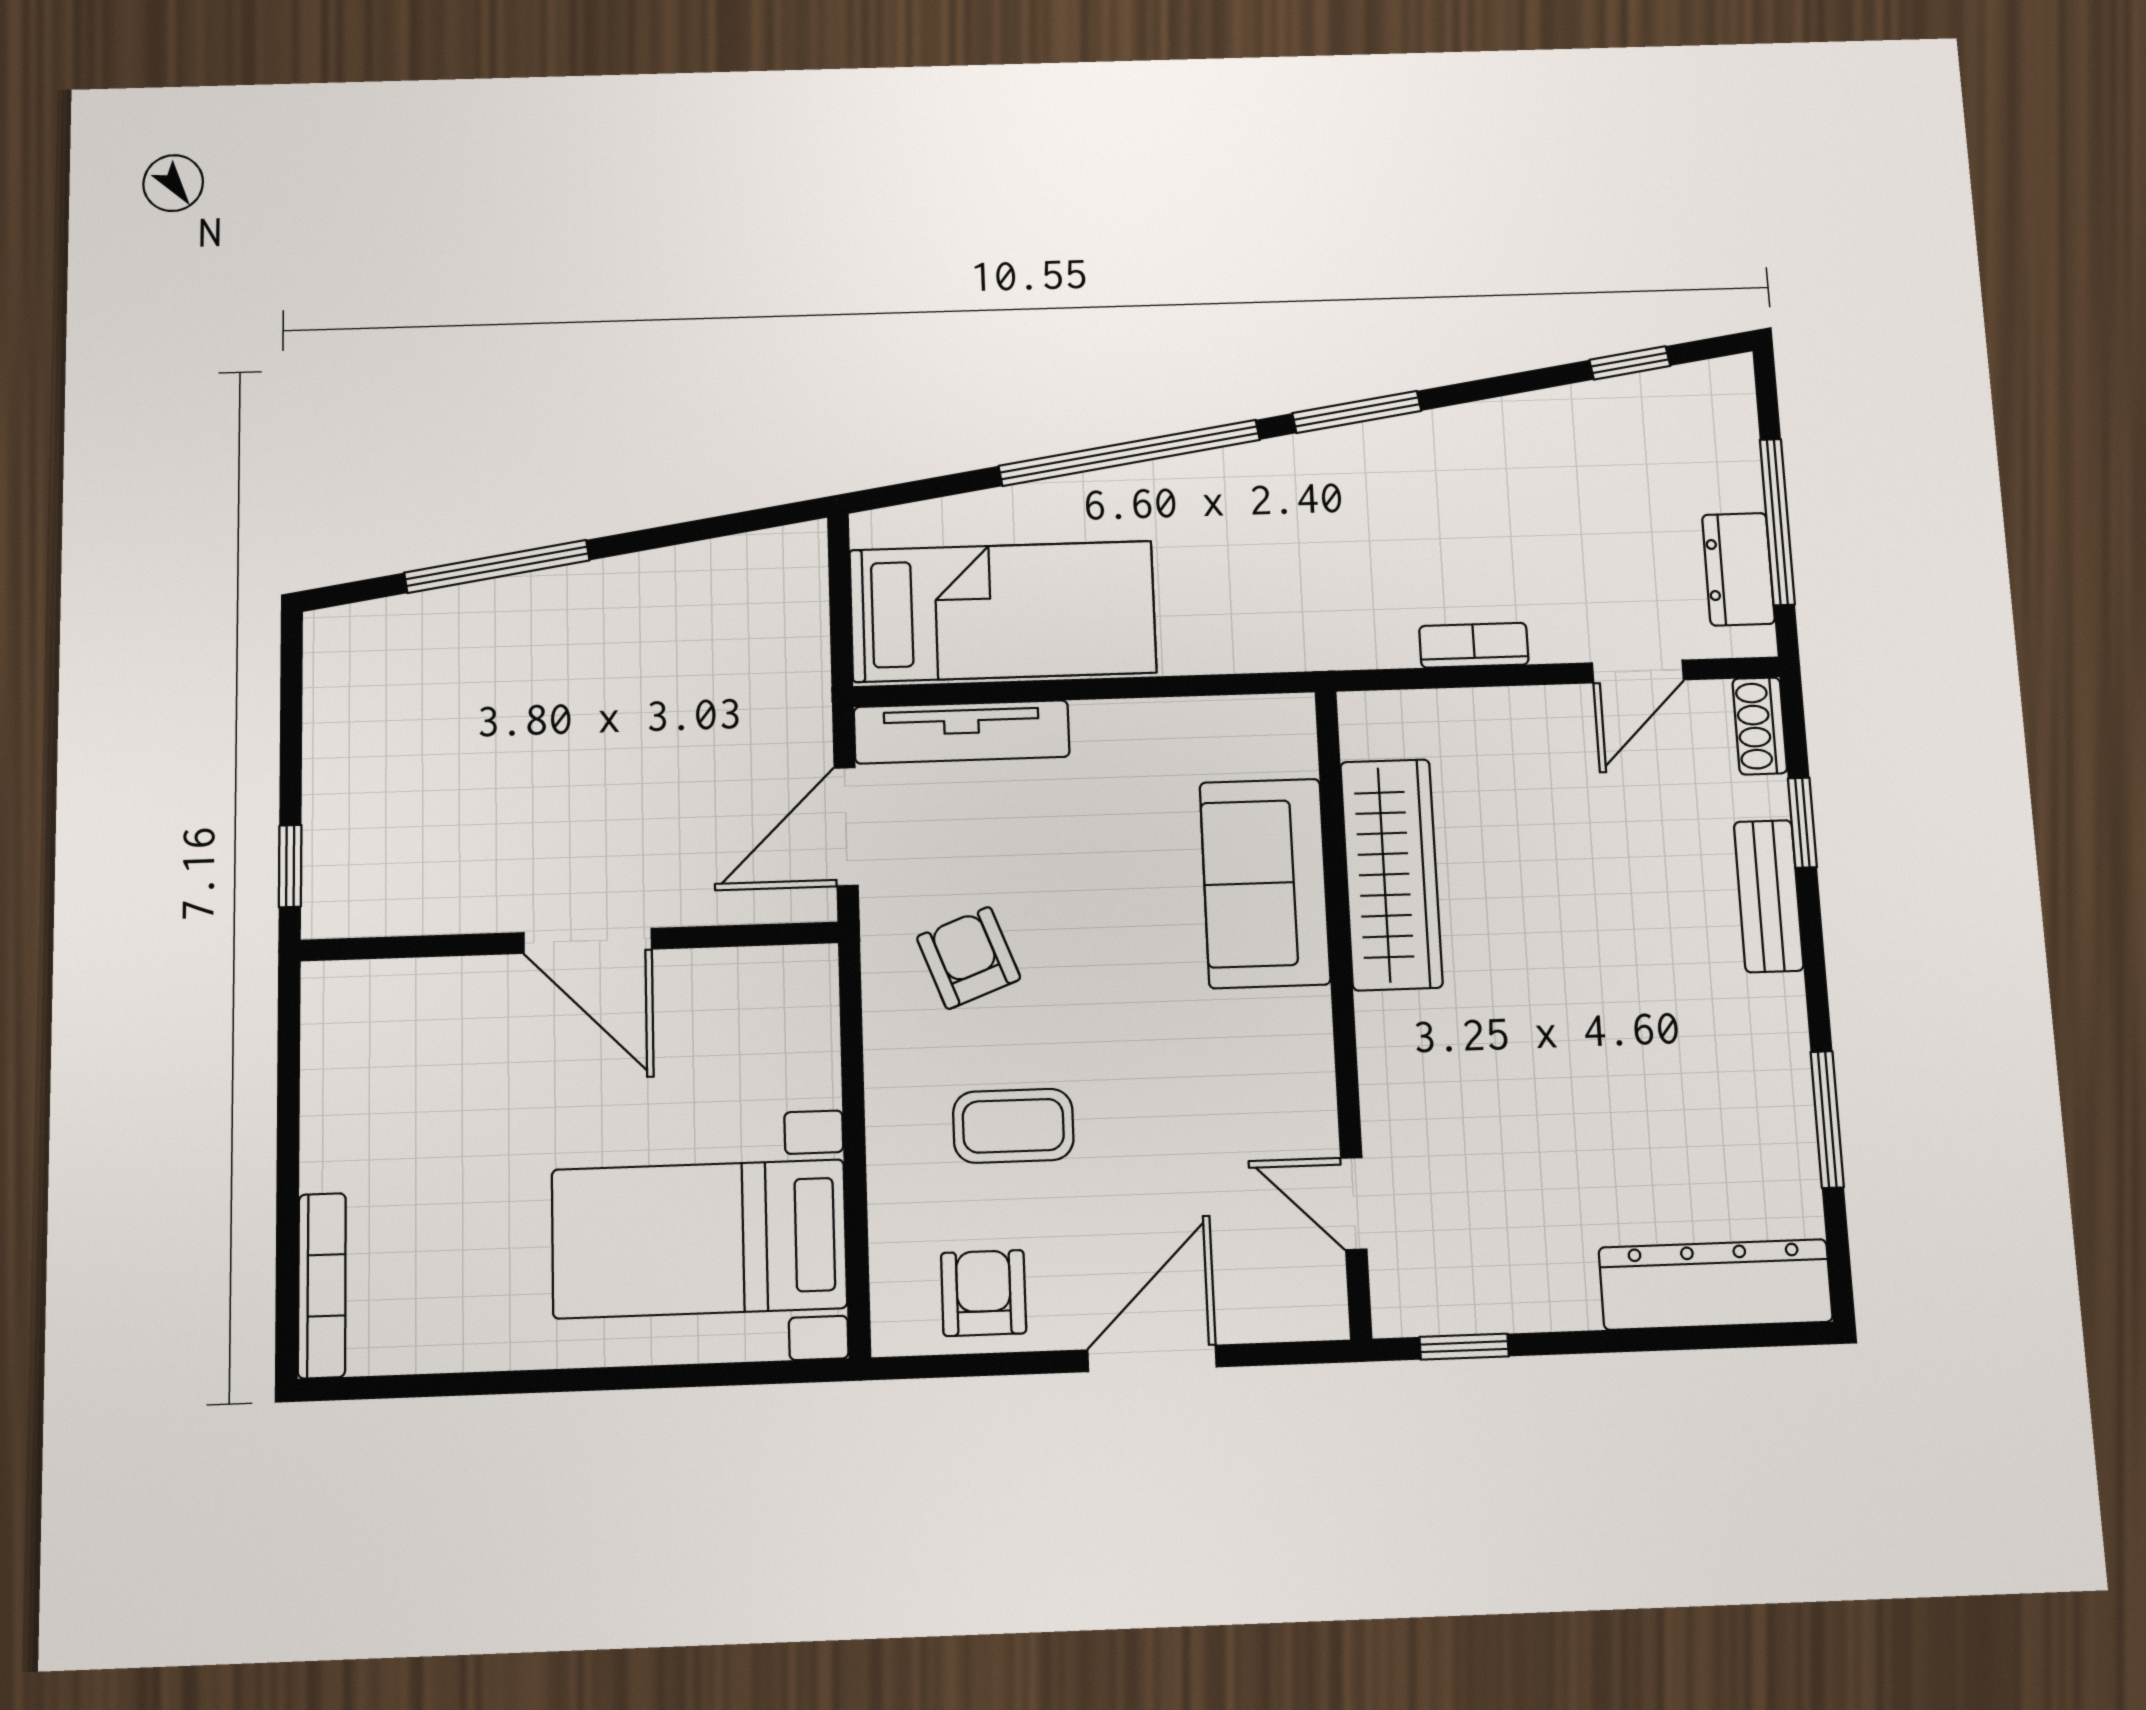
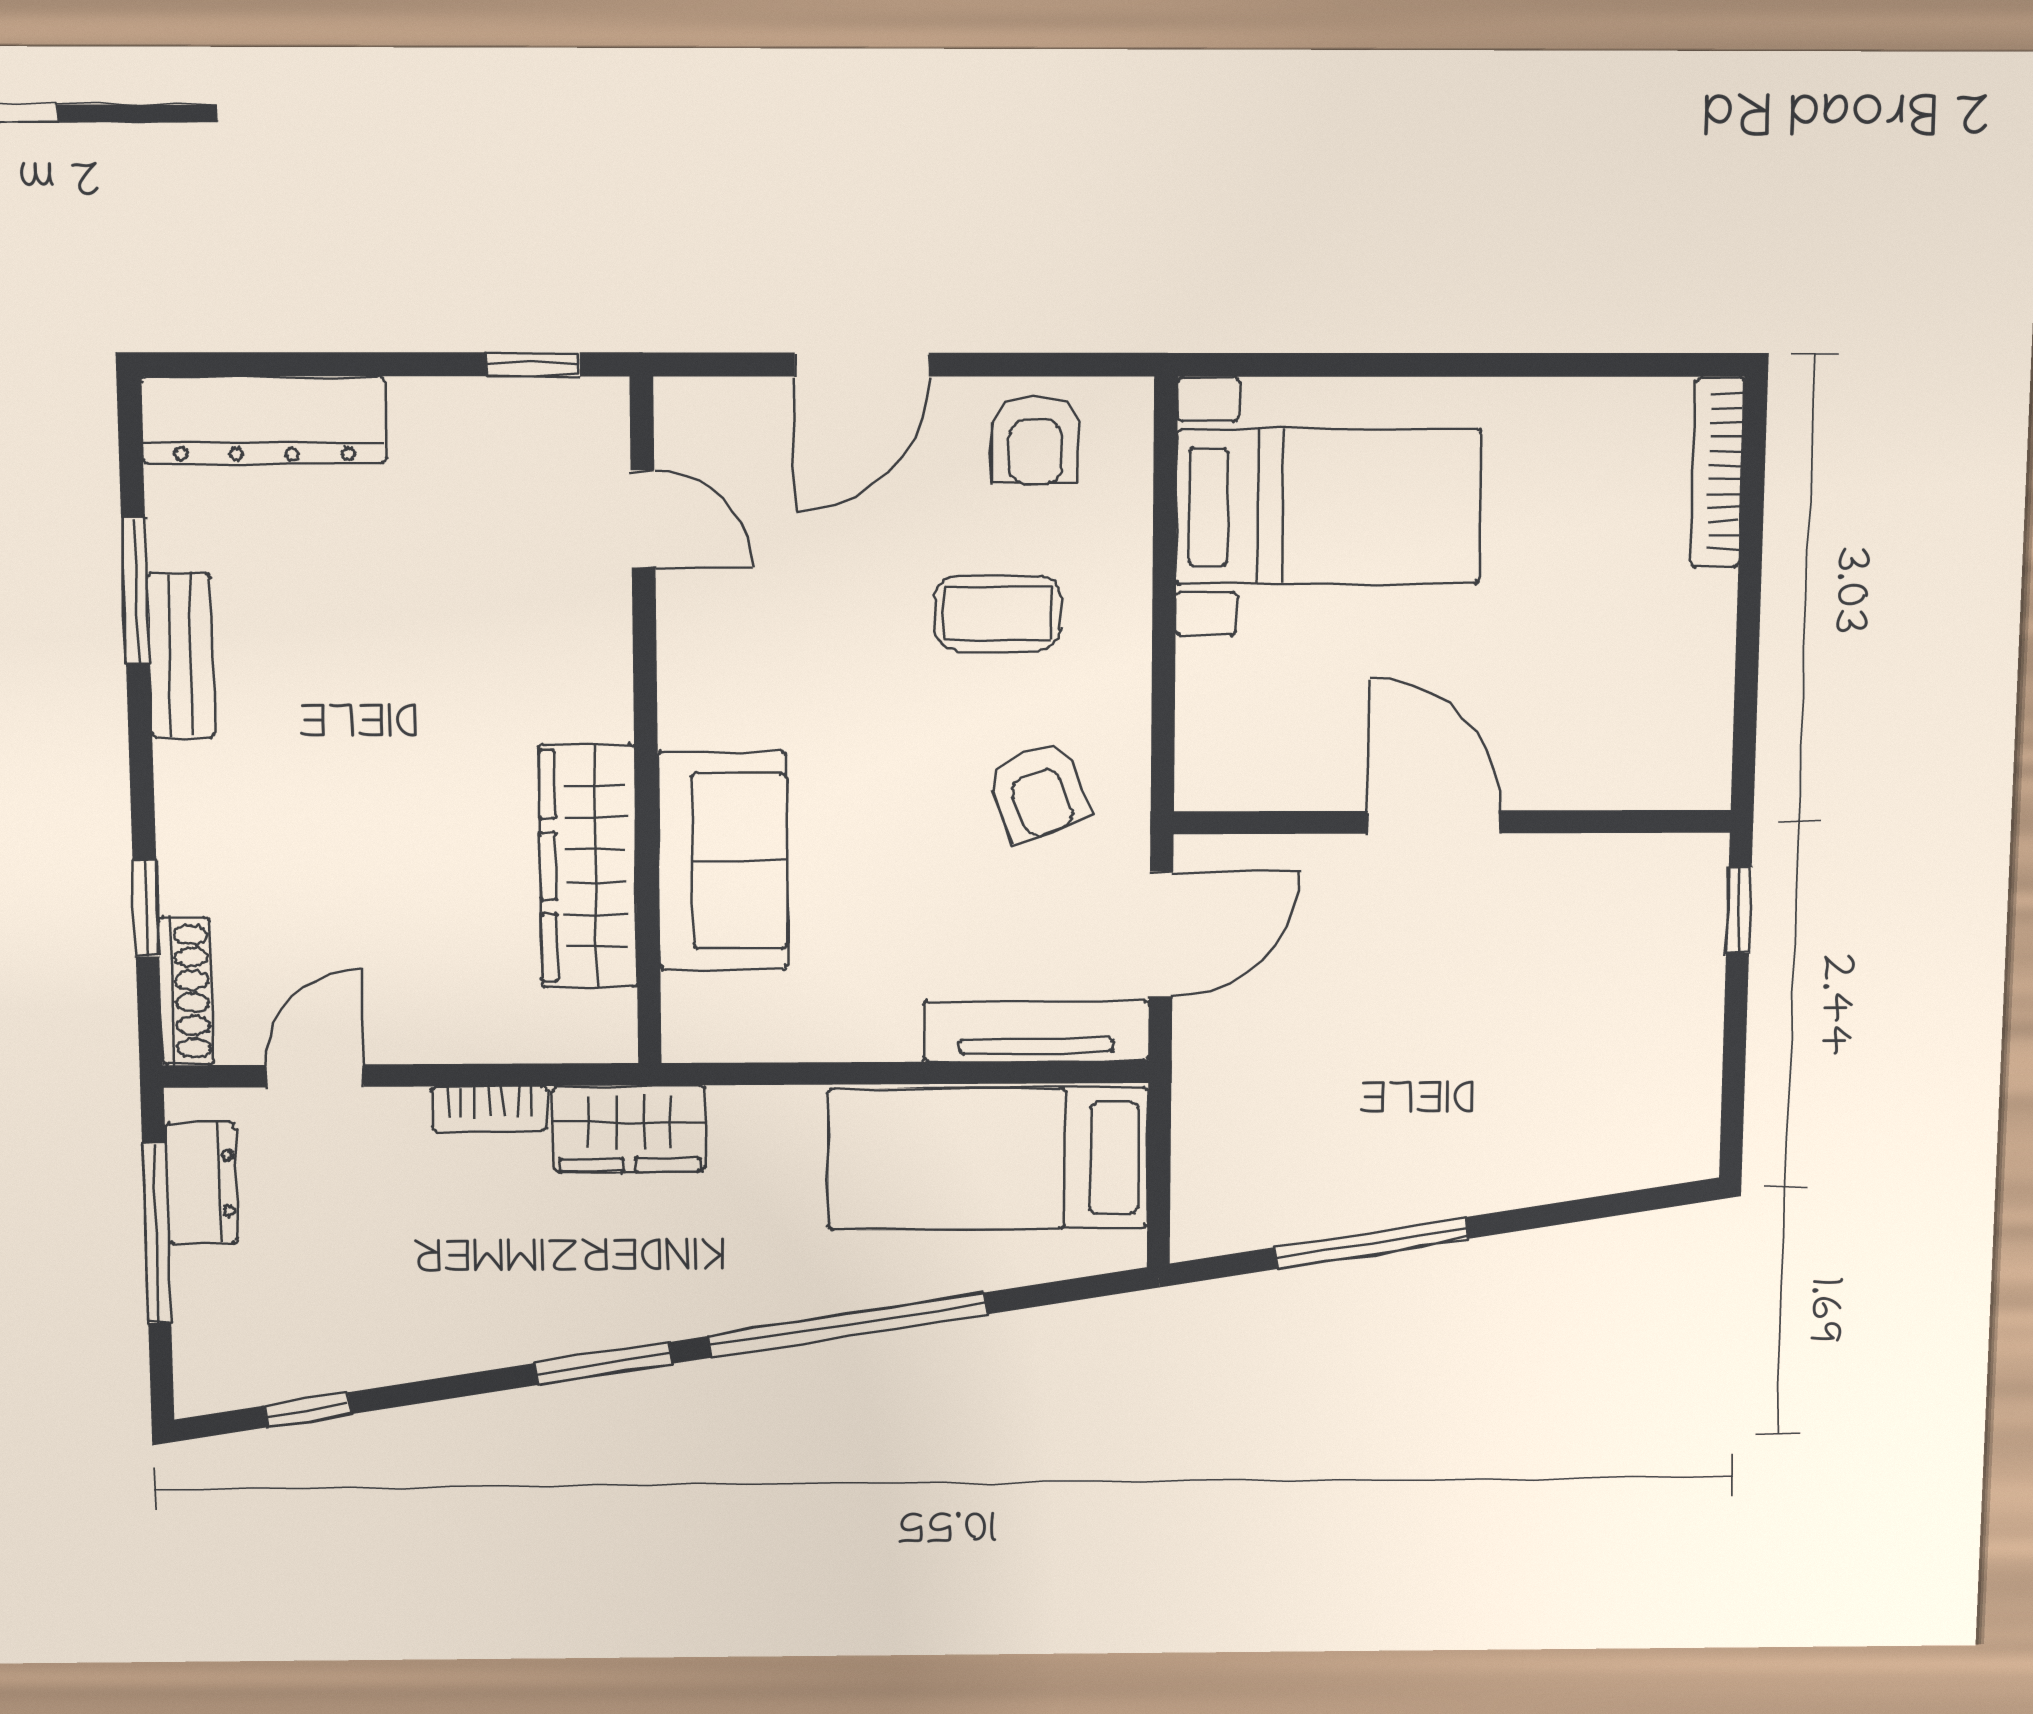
window: (497, 566) -> (1372, 1243), moved
wardrobe: (1342, 630) -> (629, 1129), added
shoe rack: (1760, 726) -> (186, 991), width x1.43
bench: (1769, 896) -> (181, 656), moved

